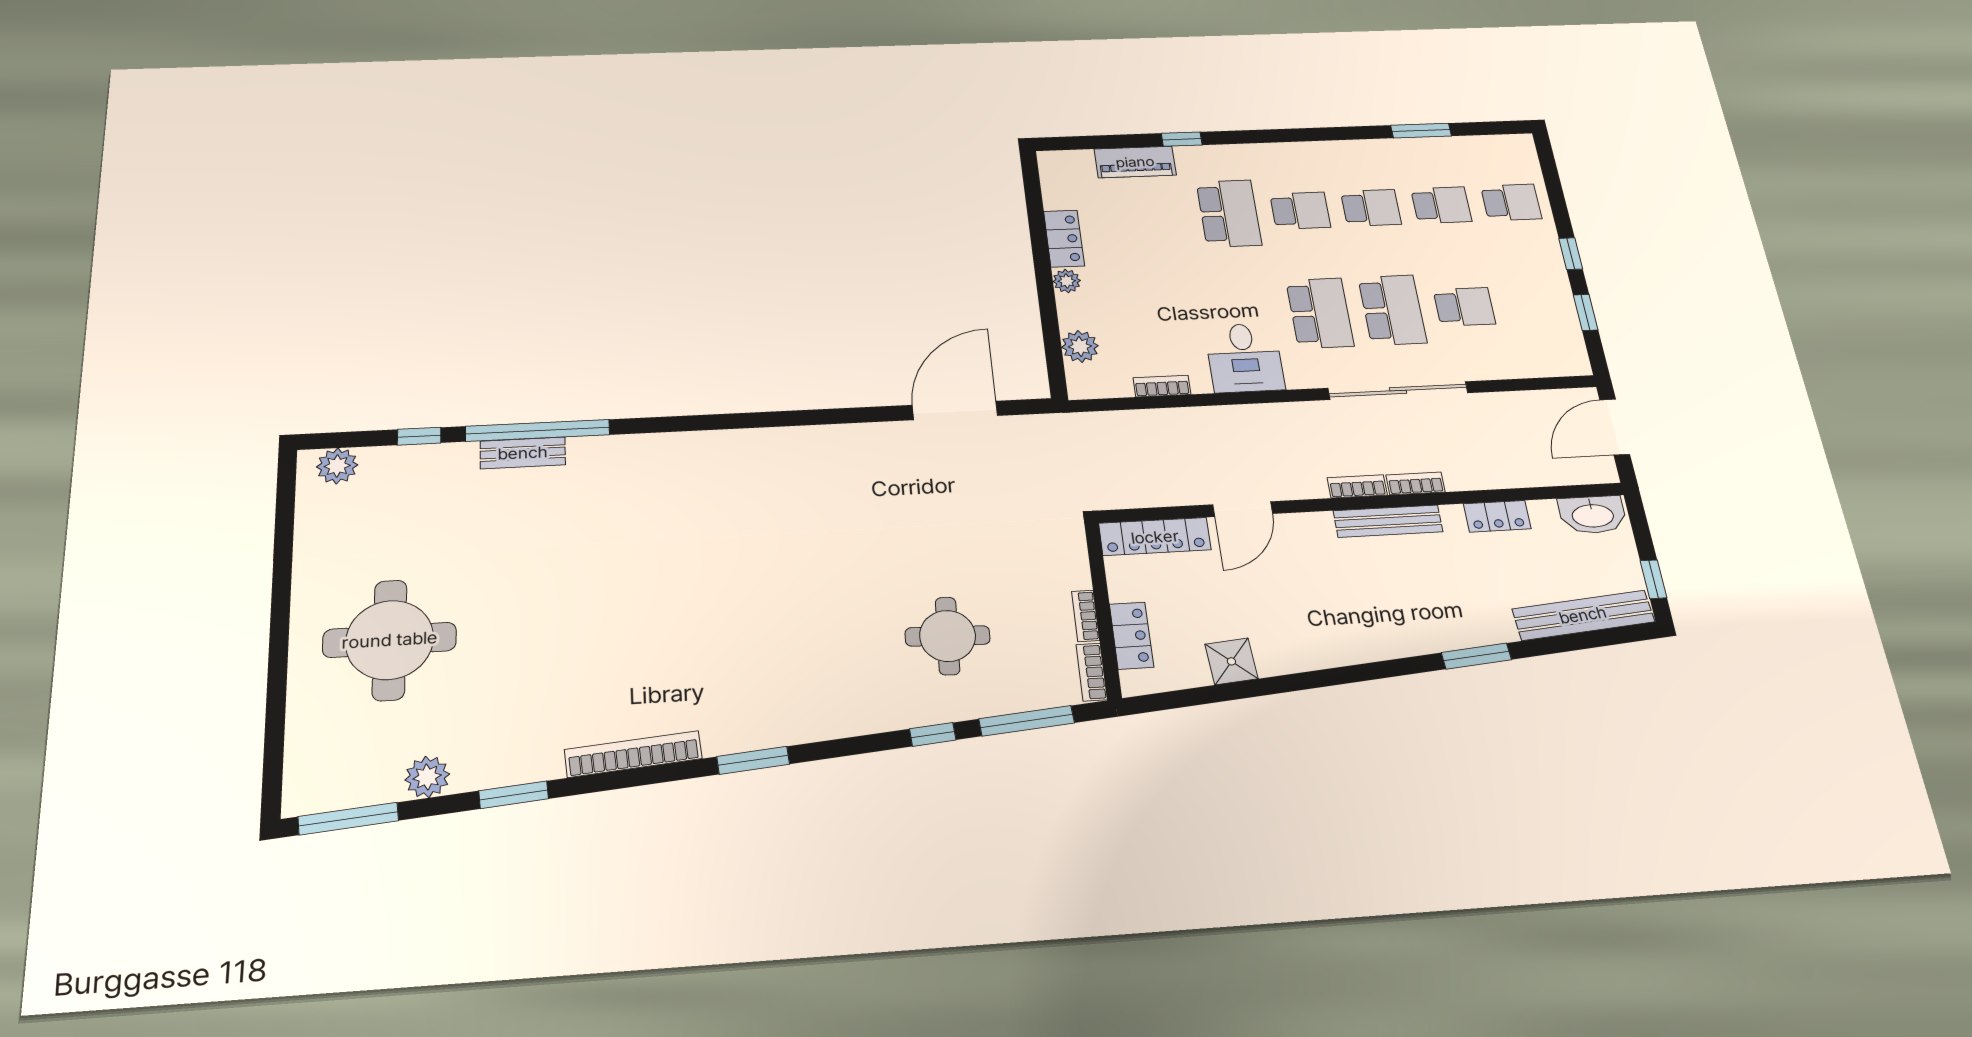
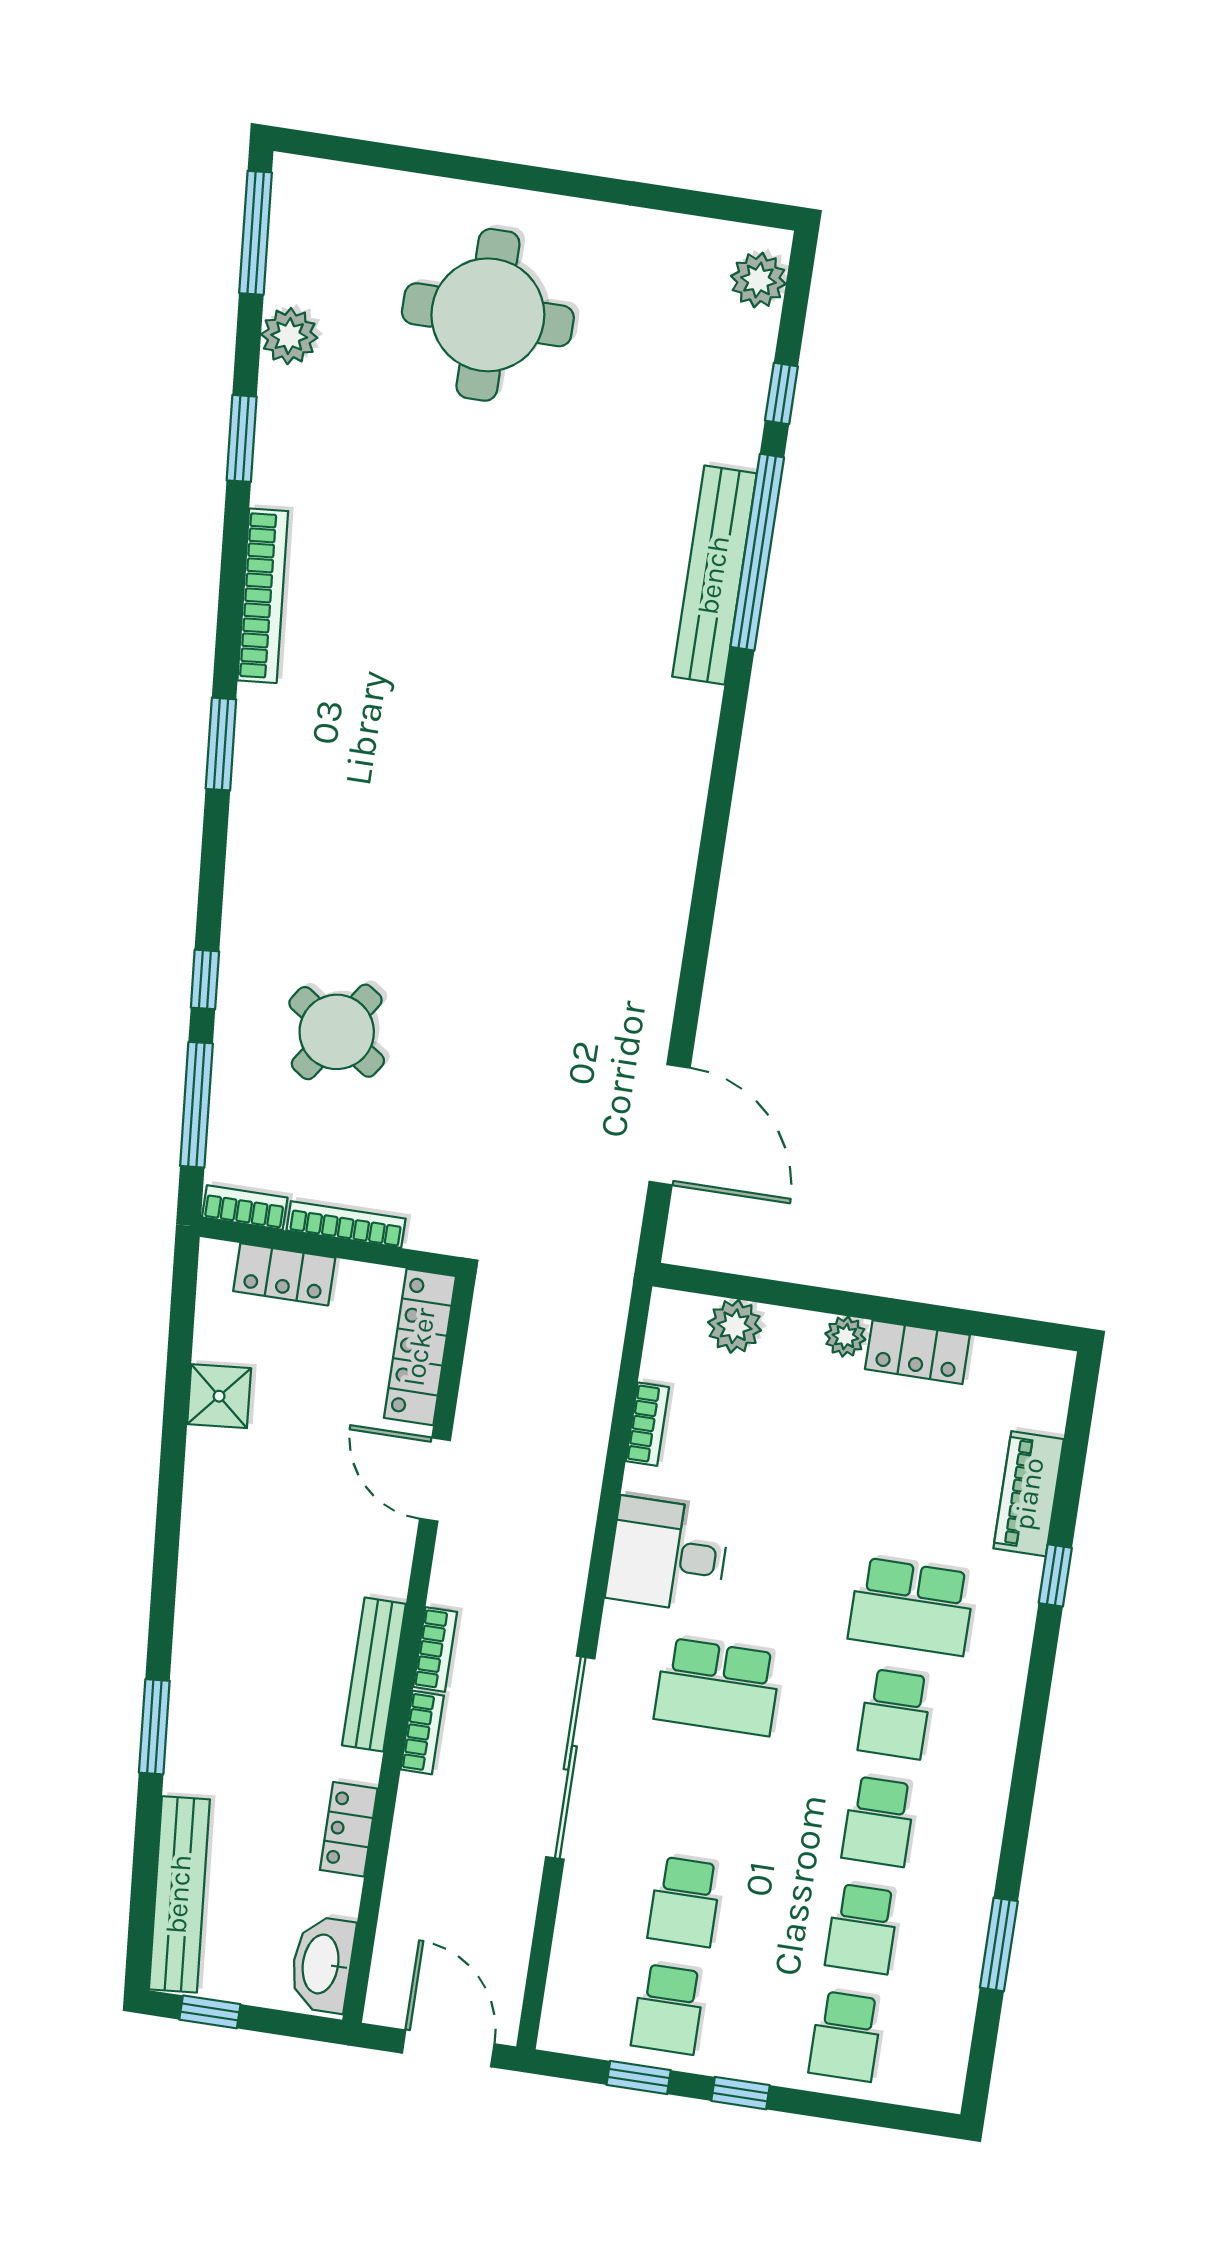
school desk: (1392, 310) -> (668, 2009), moved, width x0.54
bench: (523, 453) -> (714, 575), width x1.86, depth x1.21
bookcase: (1086, 616) -> (346, 1224), width x1.56
round table: (948, 636) -> (337, 1032), turned 32

